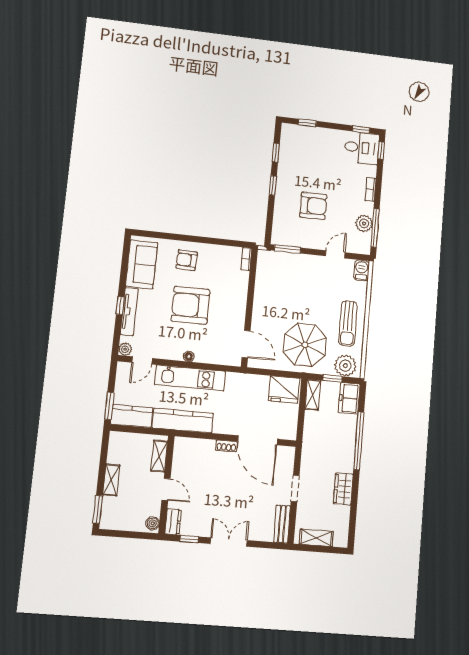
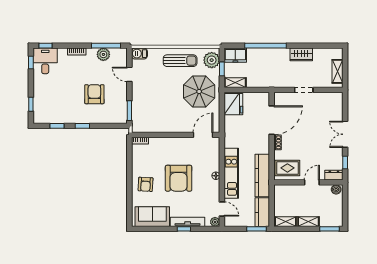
shelving: (159, 456) -> (286, 222), moved
rug: (190, 457) -> (287, 168), added
bench: (282, 524) -> (330, 97), removed

